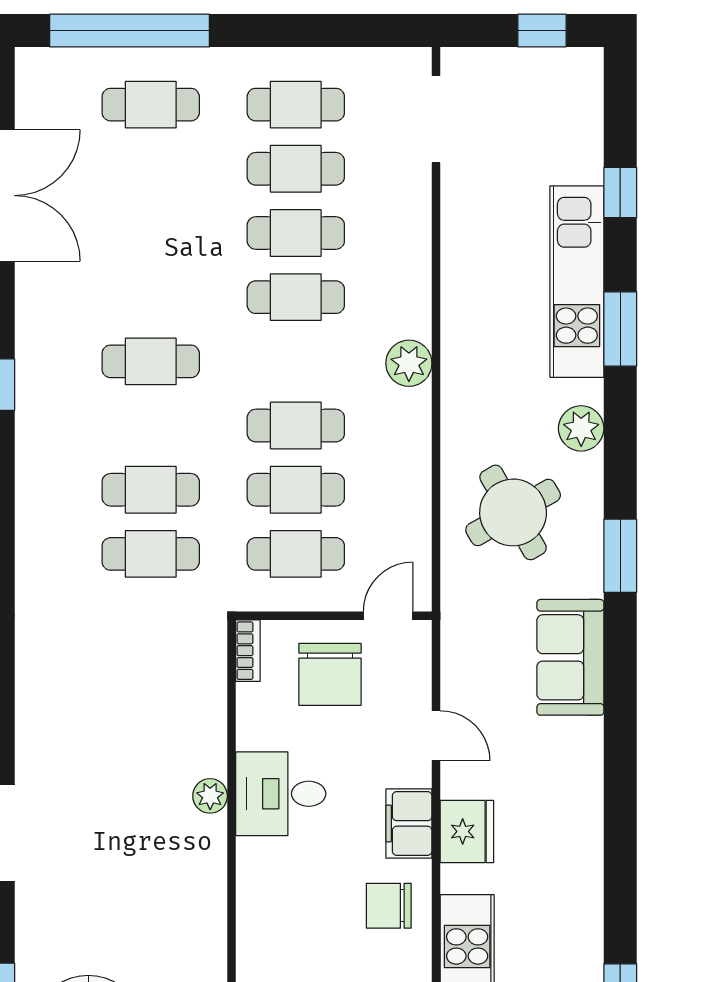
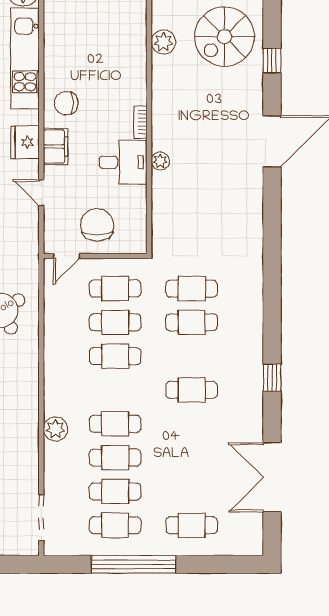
window: (130, 31) -> (134, 564), moved
plant: (409, 363) -> (56, 429), moved
bookcase: (248, 651) -> (140, 122), moved
chair: (389, 906) -> (66, 103), turned 180

